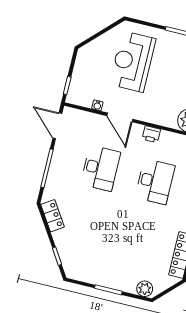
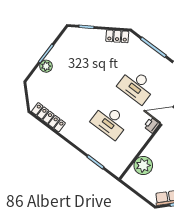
printer: (151, 134) -> (152, 125), moved
plant: (145, 289) -> (46, 66), moved

